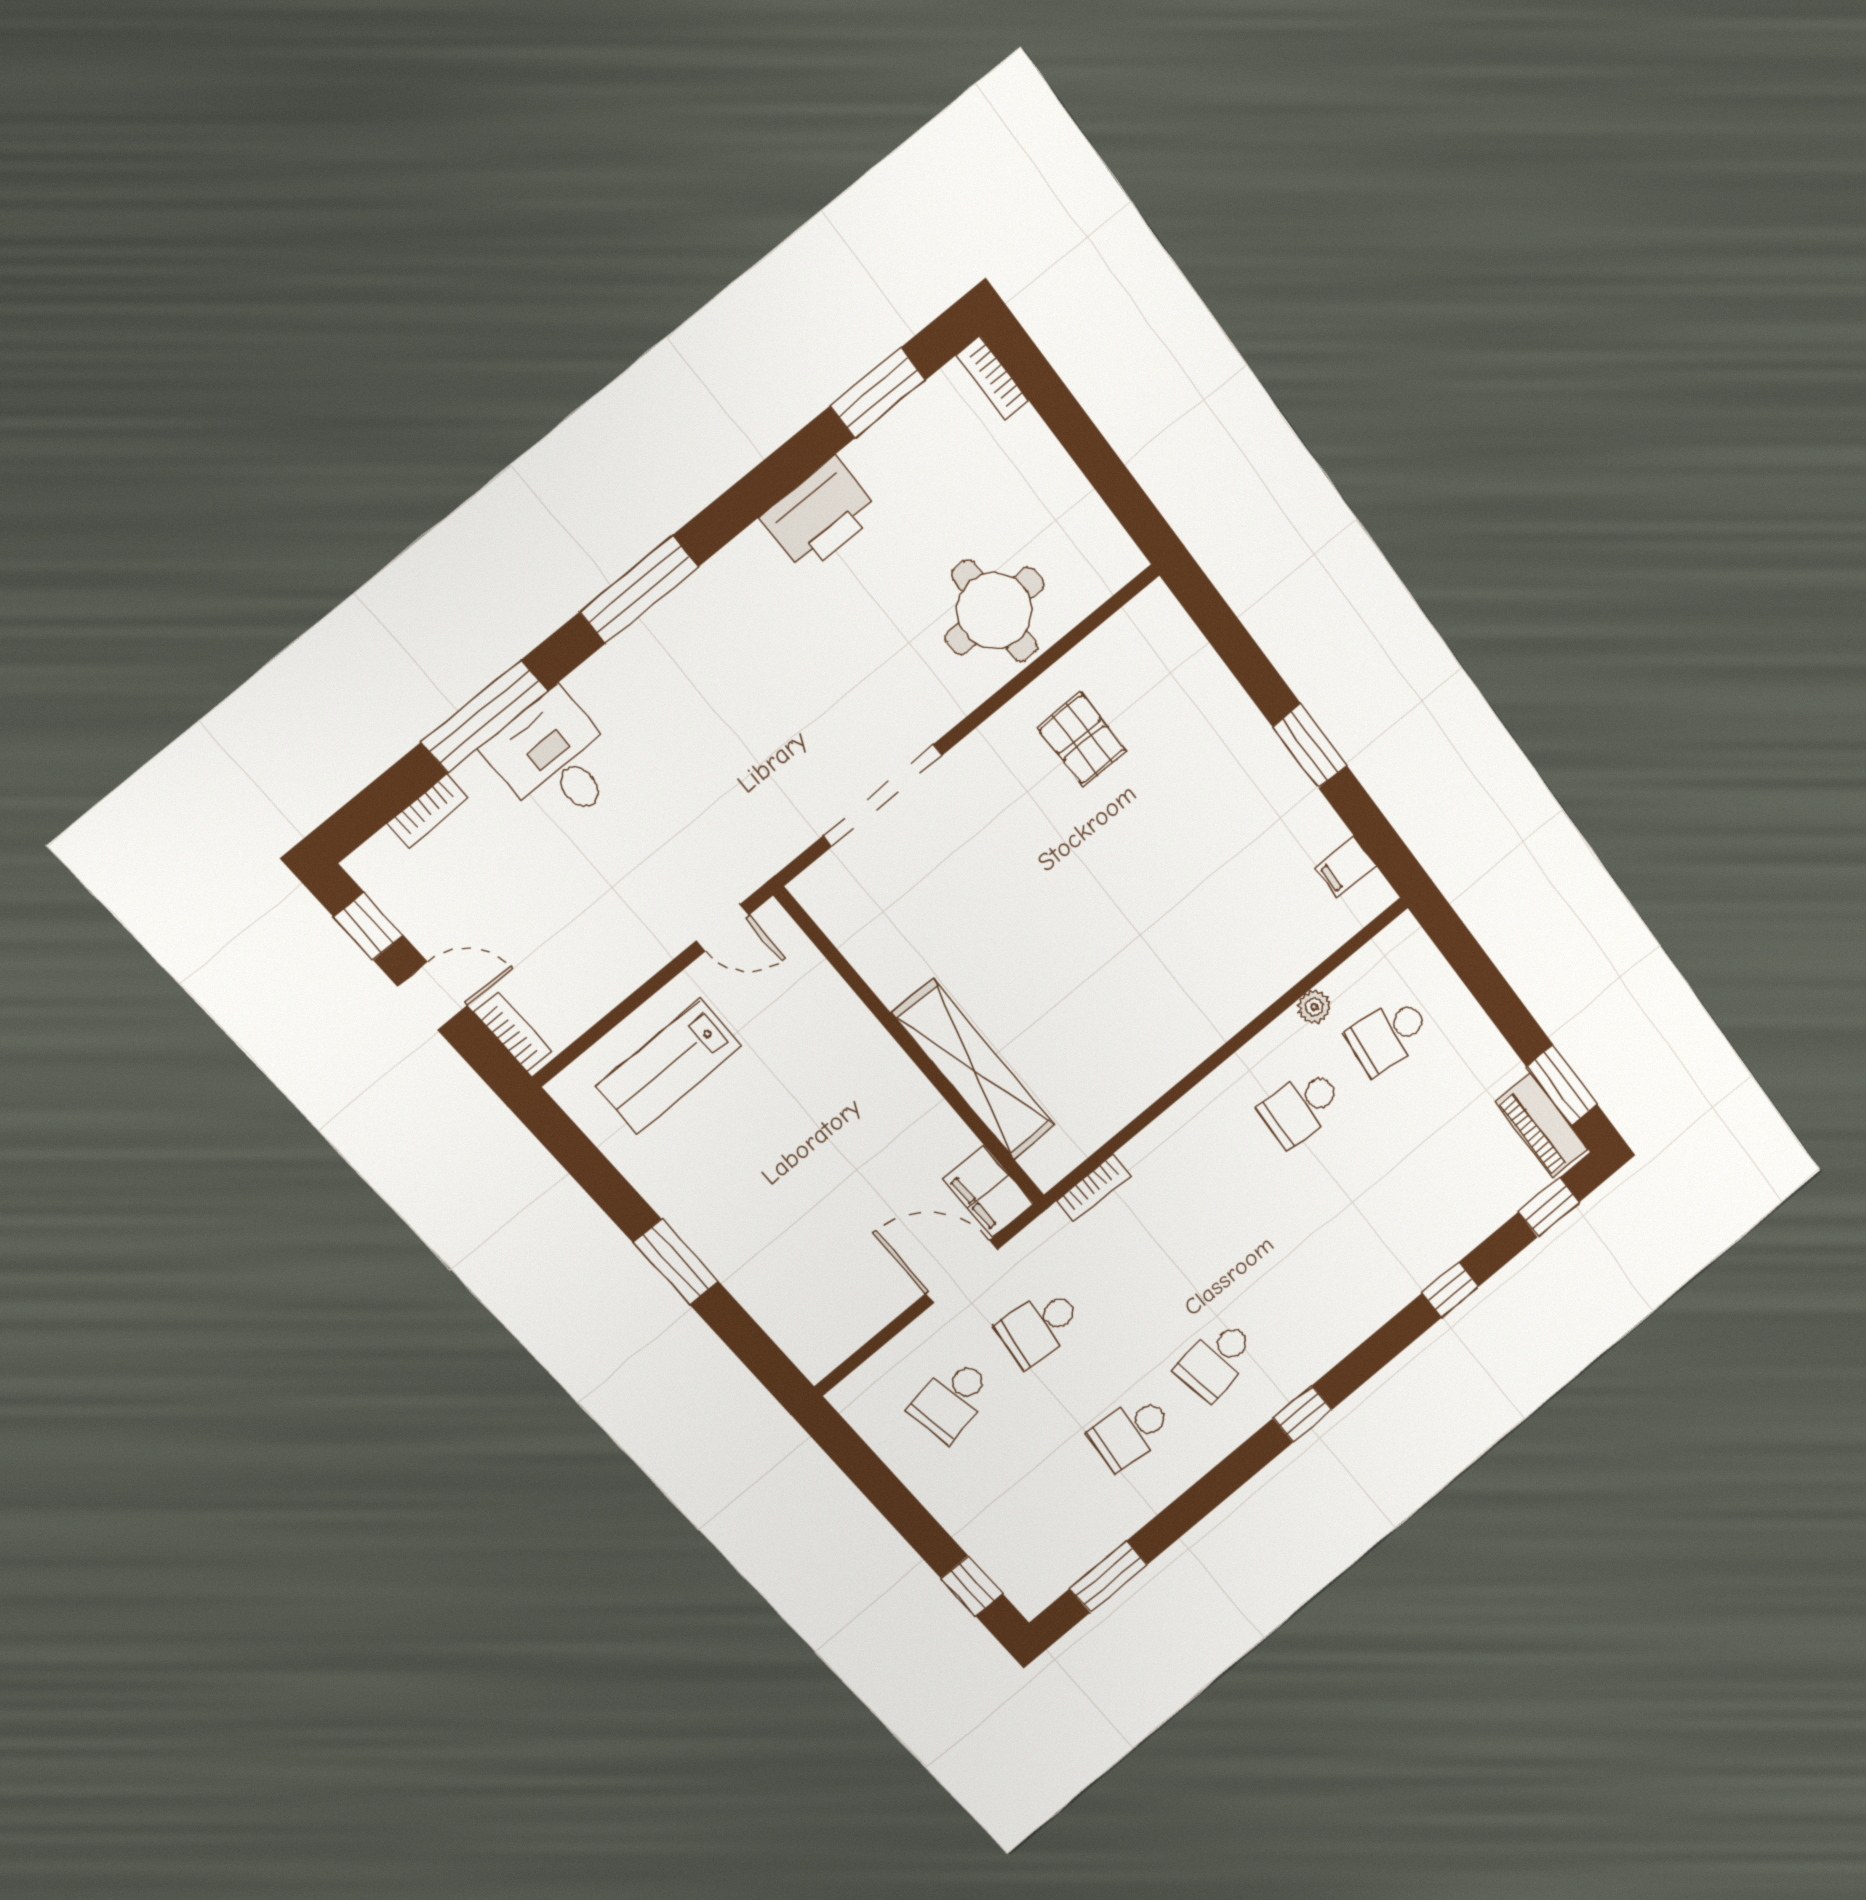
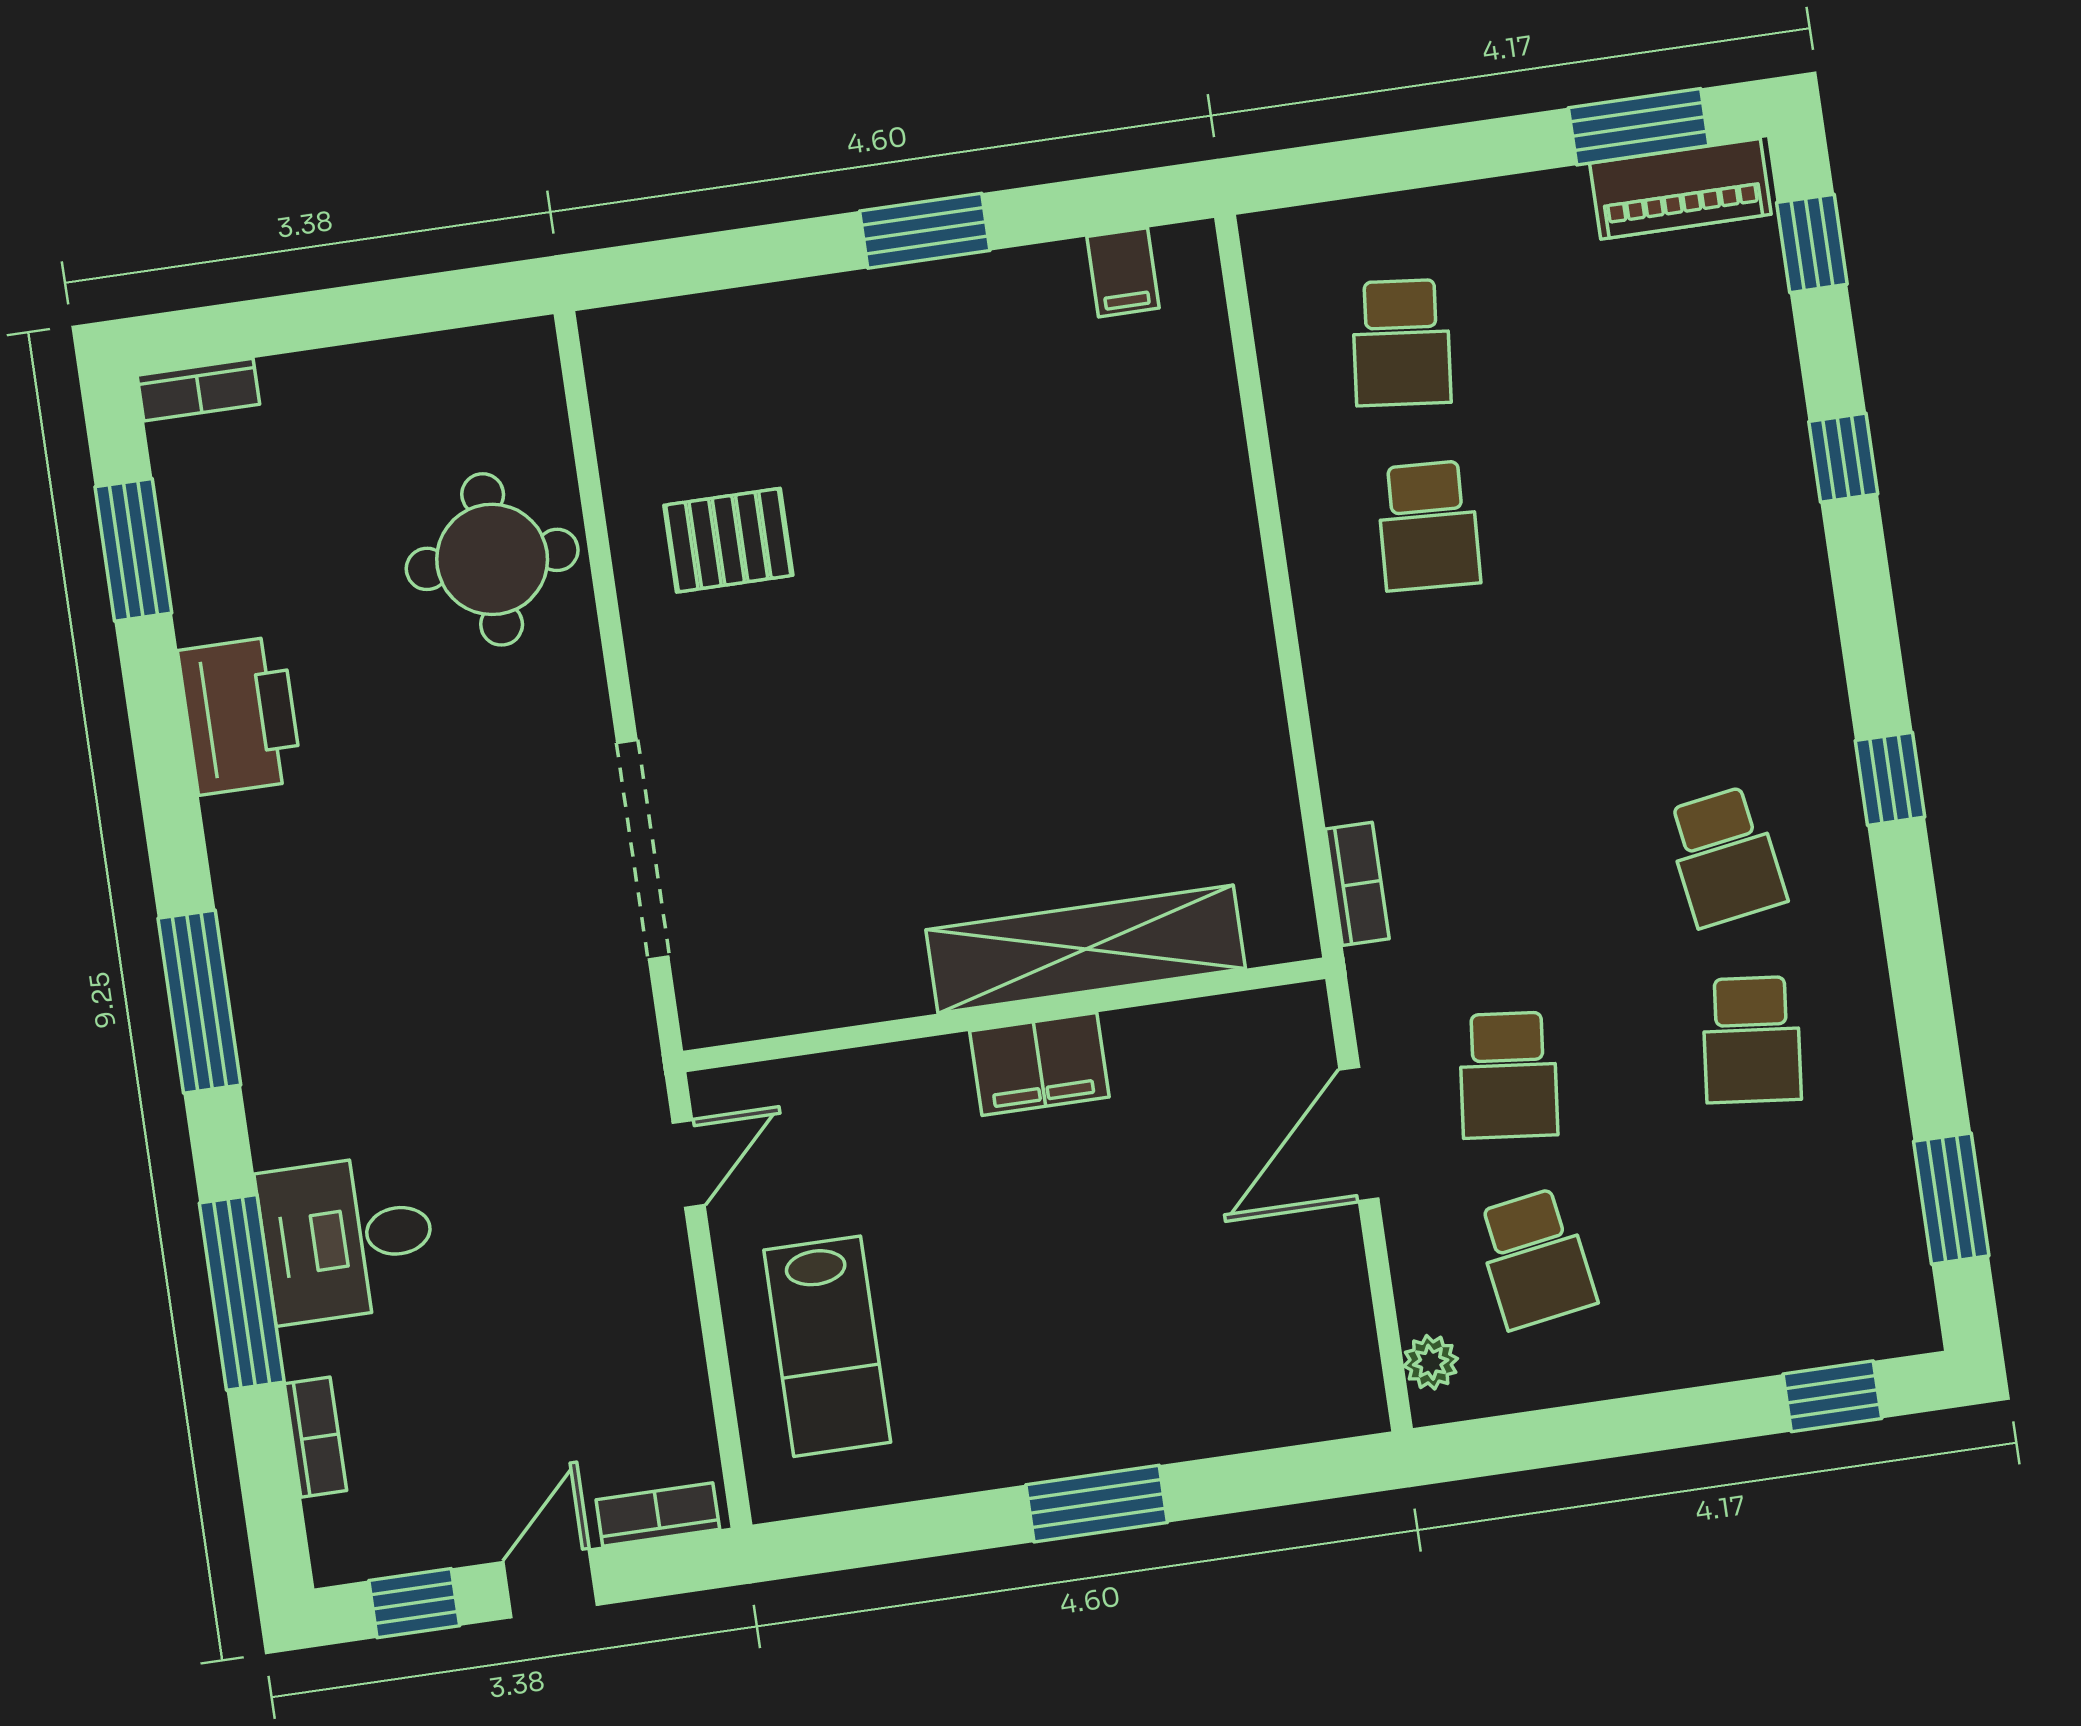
plant: (1314, 1007) -> (1431, 1362), moved
filing cabinet: (988, 1191) -> (1039, 1064), moved

